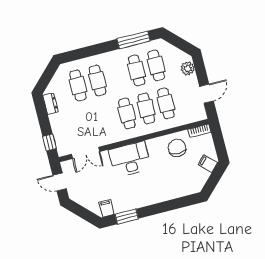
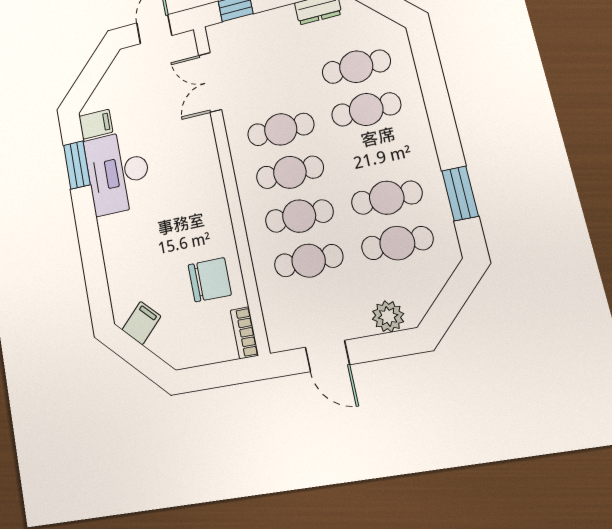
window: (134, 40) -> (460, 193), width x0.69
cafe table: (107, 118) -> (281, 129), added
desk: (130, 159) -> (118, 172), moved, turned 180
filing cabinet: (208, 164) -> (141, 323), moved

